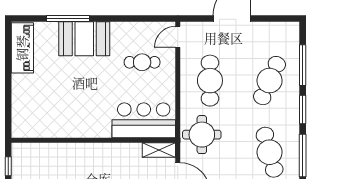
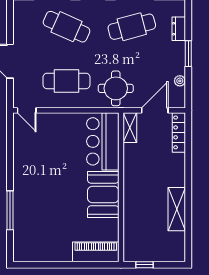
booth: (84, 39) -> (103, 195), moved
piano: (22, 48) -> (96, 252), moved
cafe table: (142, 62) -> (50, 143), removed

